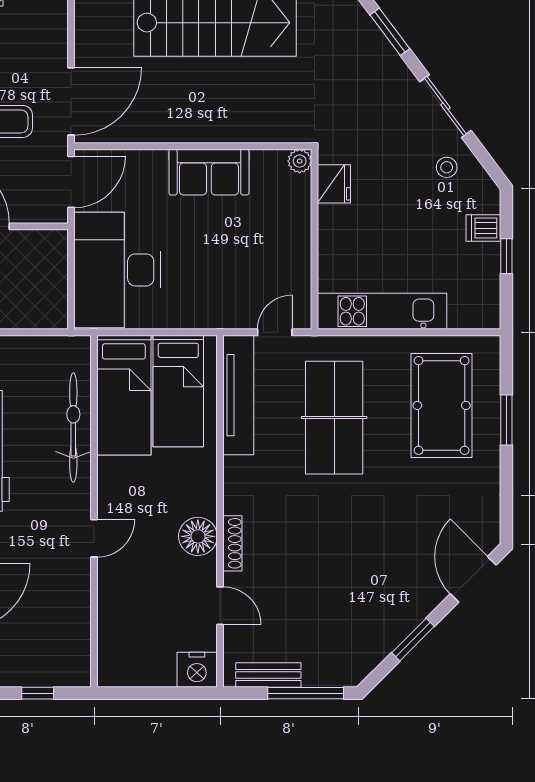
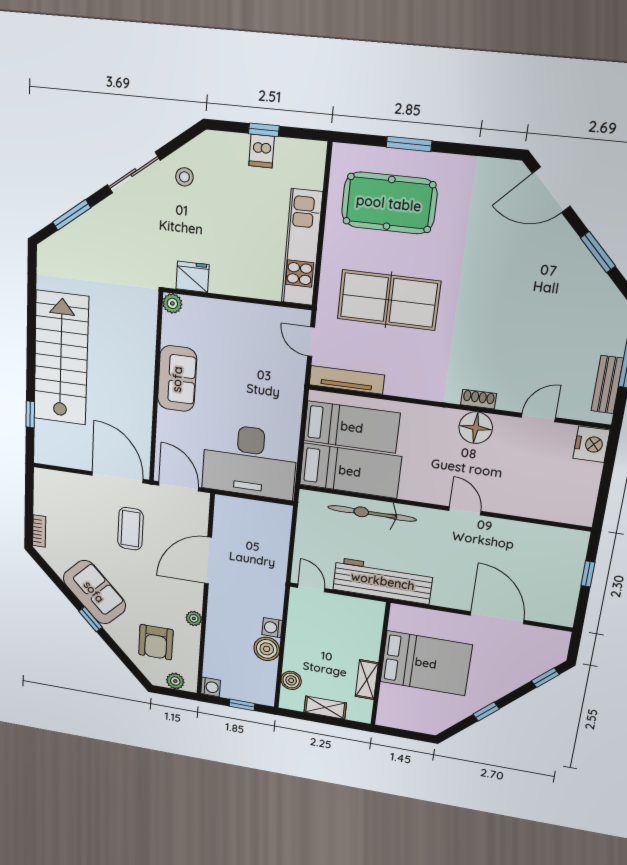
dishwasher: (483, 228) -> (262, 151), moved
tv unit: (238, 395) -> (347, 380), width x0.73, depth x0.78
shoe rack: (232, 543) -> (479, 399), width x0.70

